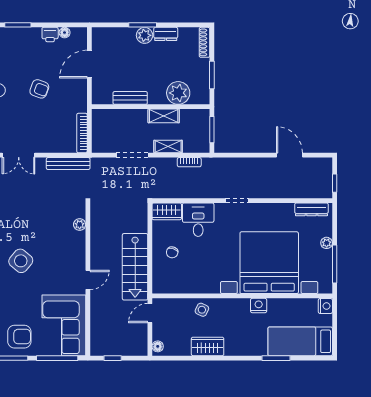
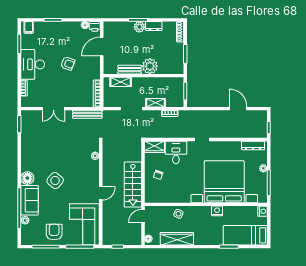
printer: (50, 35) -> (95, 26), moved
plant: (178, 93) -> (150, 66), moved
shelving: (164, 116) -> (121, 82), moved
armchair: (19, 337) -> (54, 232), turned -90
wardrobe: (208, 346) -> (177, 239), width x1.50

